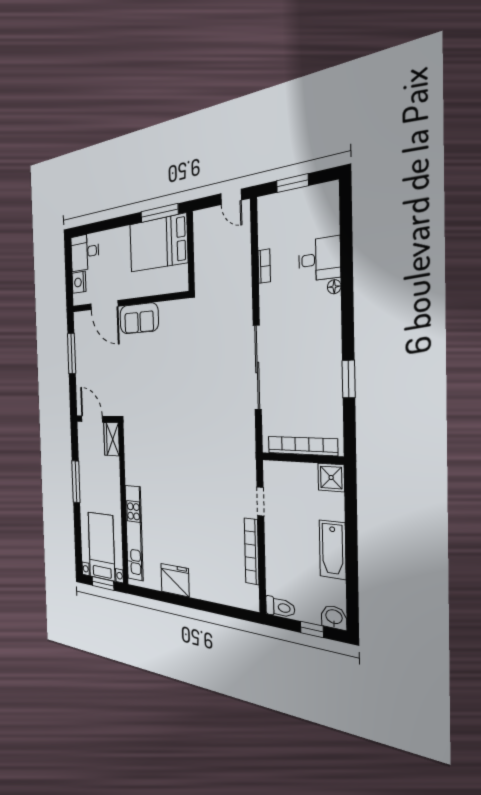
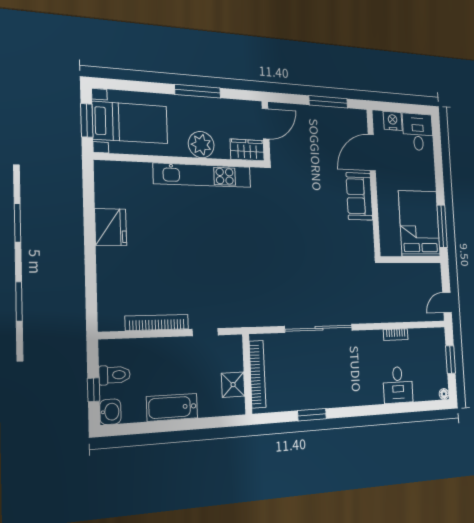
floor lamp: (334, 287) -> (444, 394), moved
shower: (331, 477) -> (233, 385), moved
plant: (111, 484) -> (201, 145), added
kitchen unit: (134, 533) -> (203, 175), moved
toilet: (280, 607) -> (115, 375), moved, turned -90

